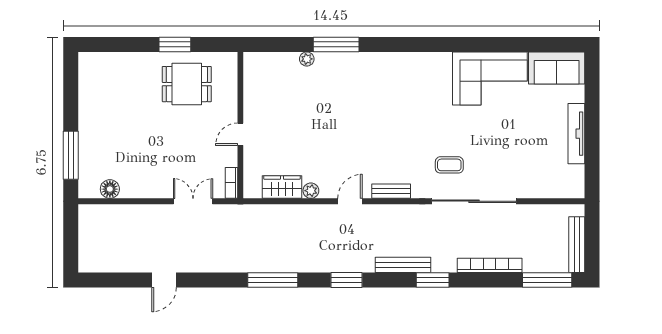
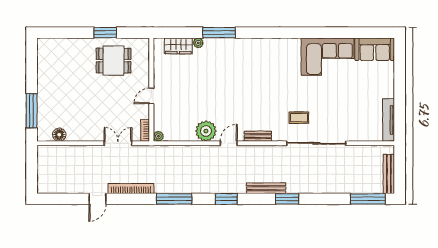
tv unit: (576, 134) -> (389, 120), moved
wardrobe: (282, 187) -> (178, 46), moved, turned 180
plant: (250, 191) -> (158, 136), added
plant: (311, 191) -> (206, 131), width x1.88, depth x1.88
bookcase: (490, 265) -> (131, 189), moved

